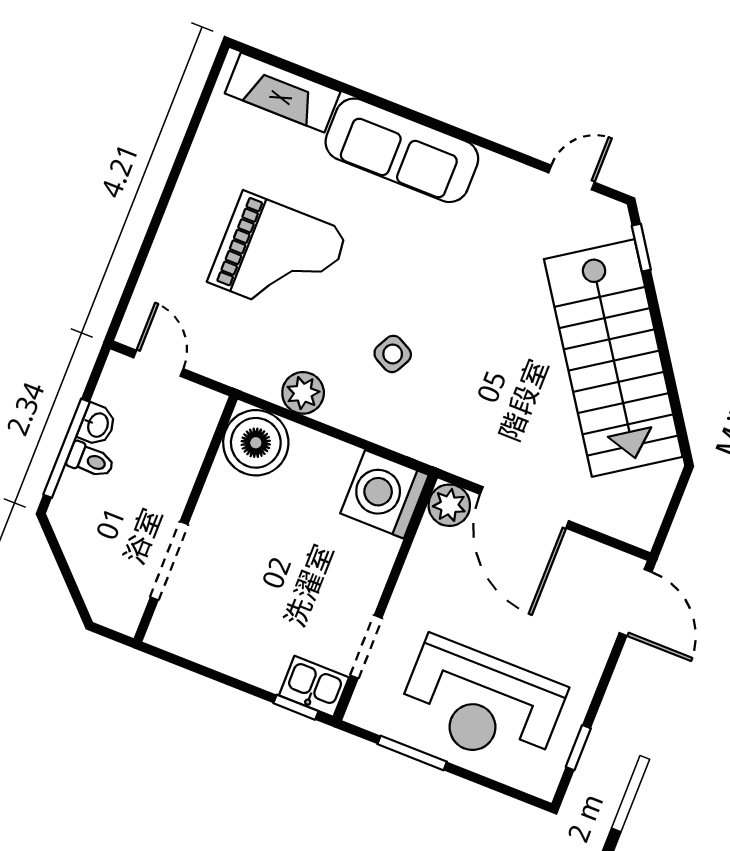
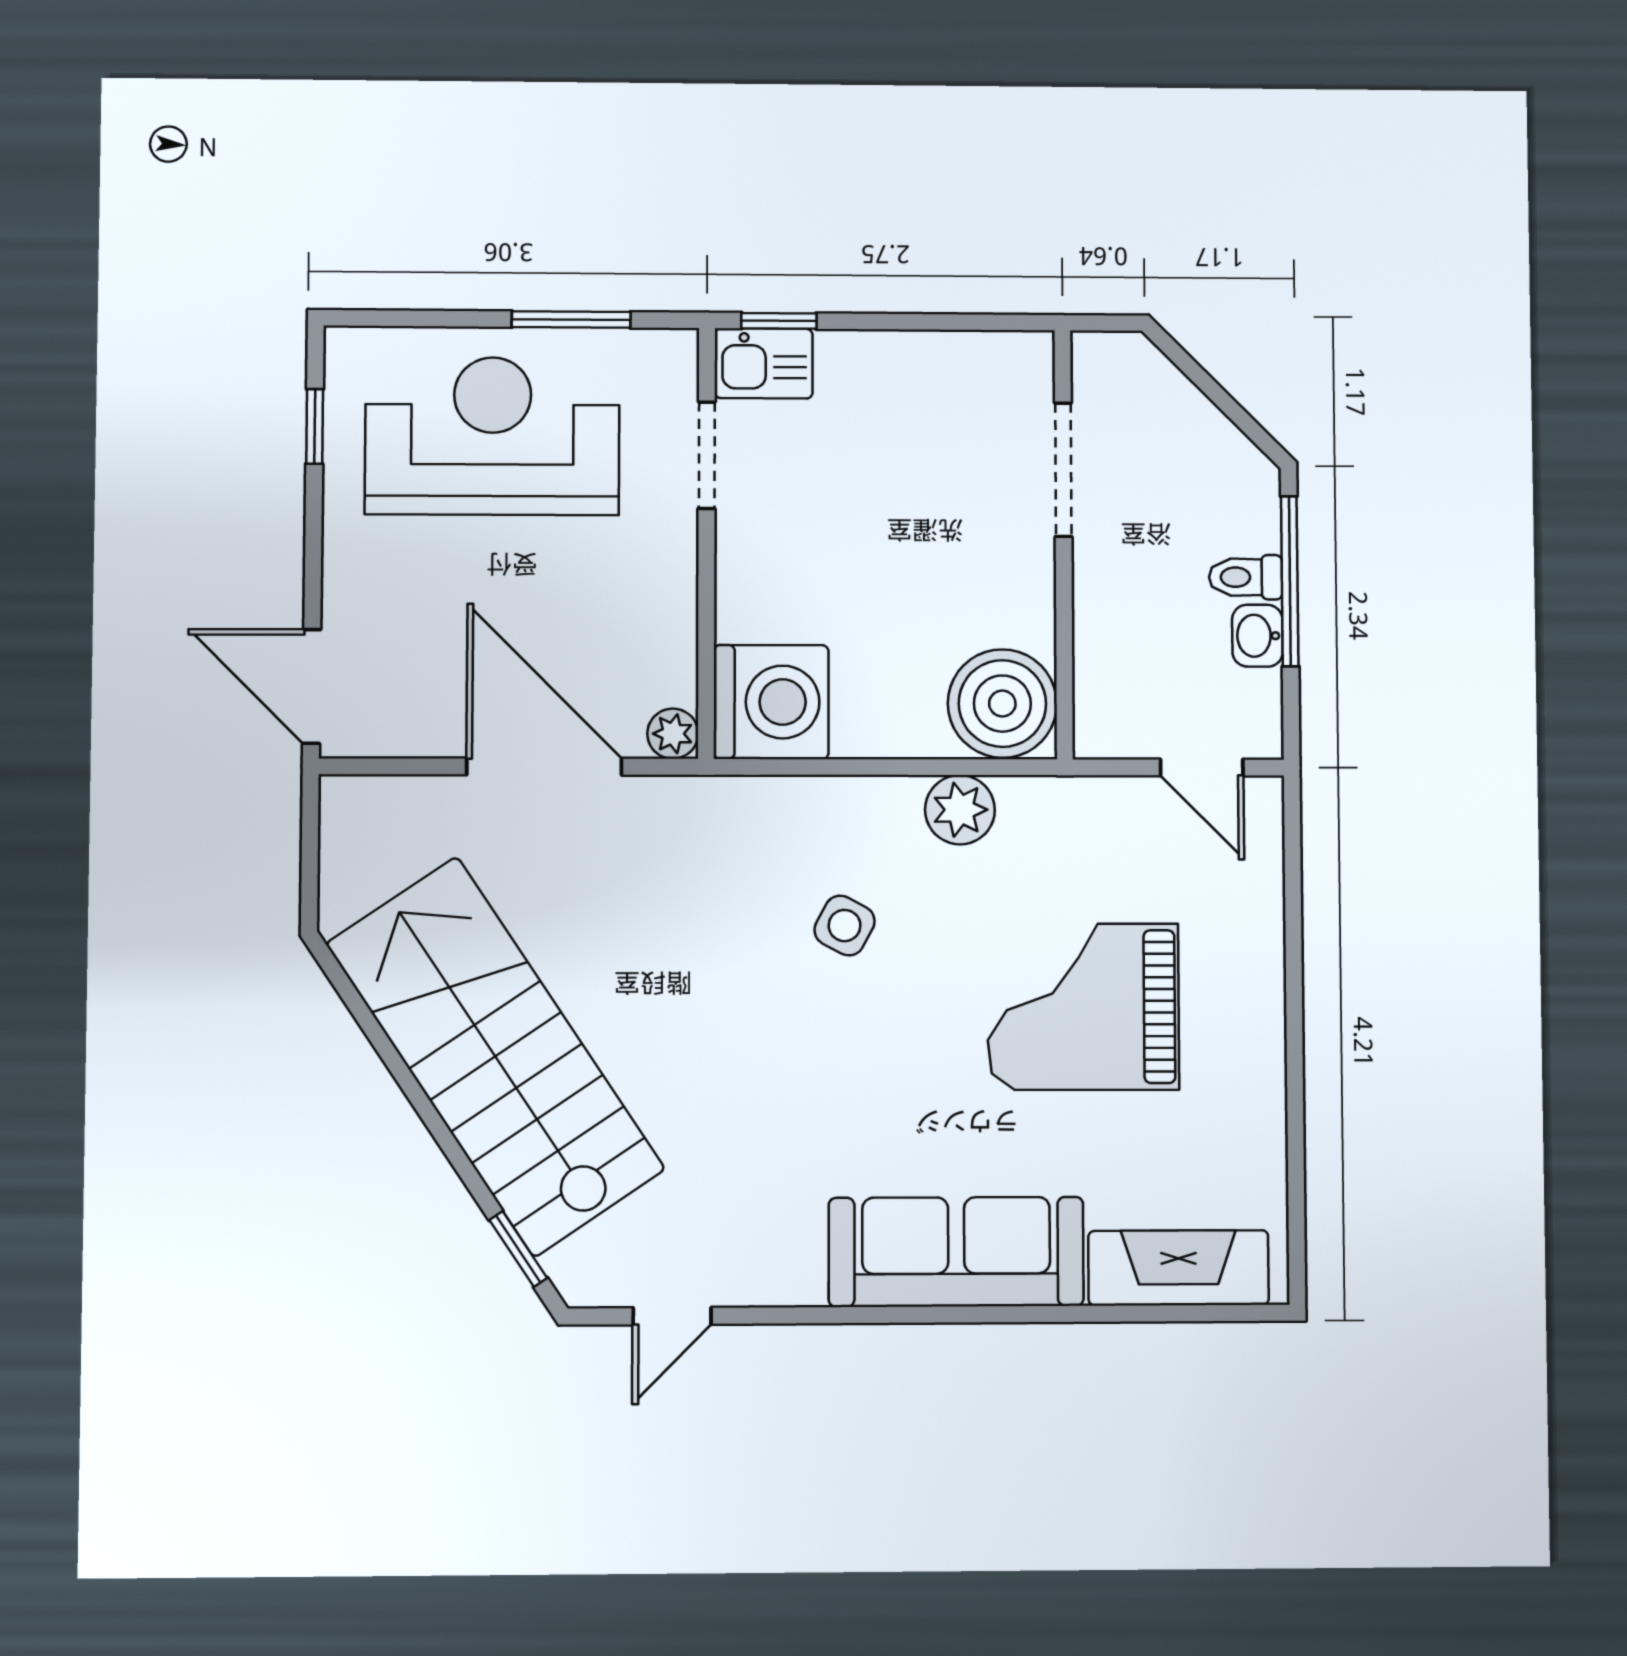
plant: (449, 505) -> (673, 734), width x0.73, depth x0.73

